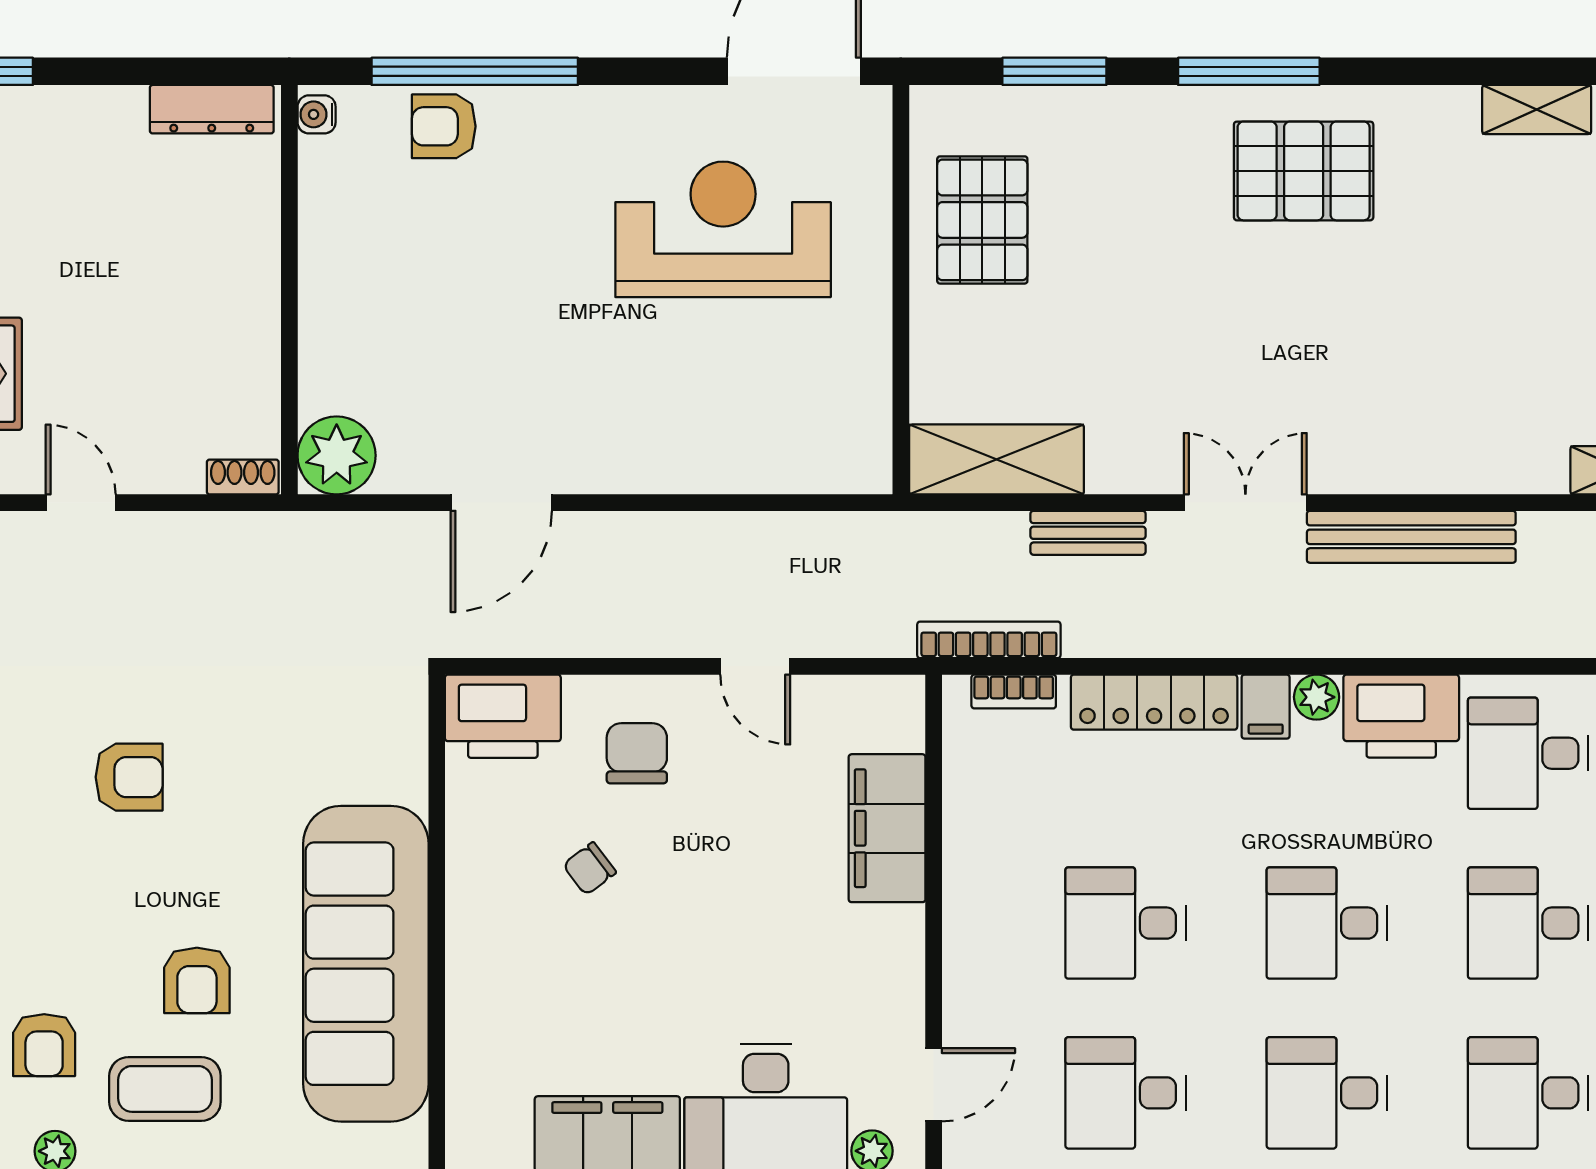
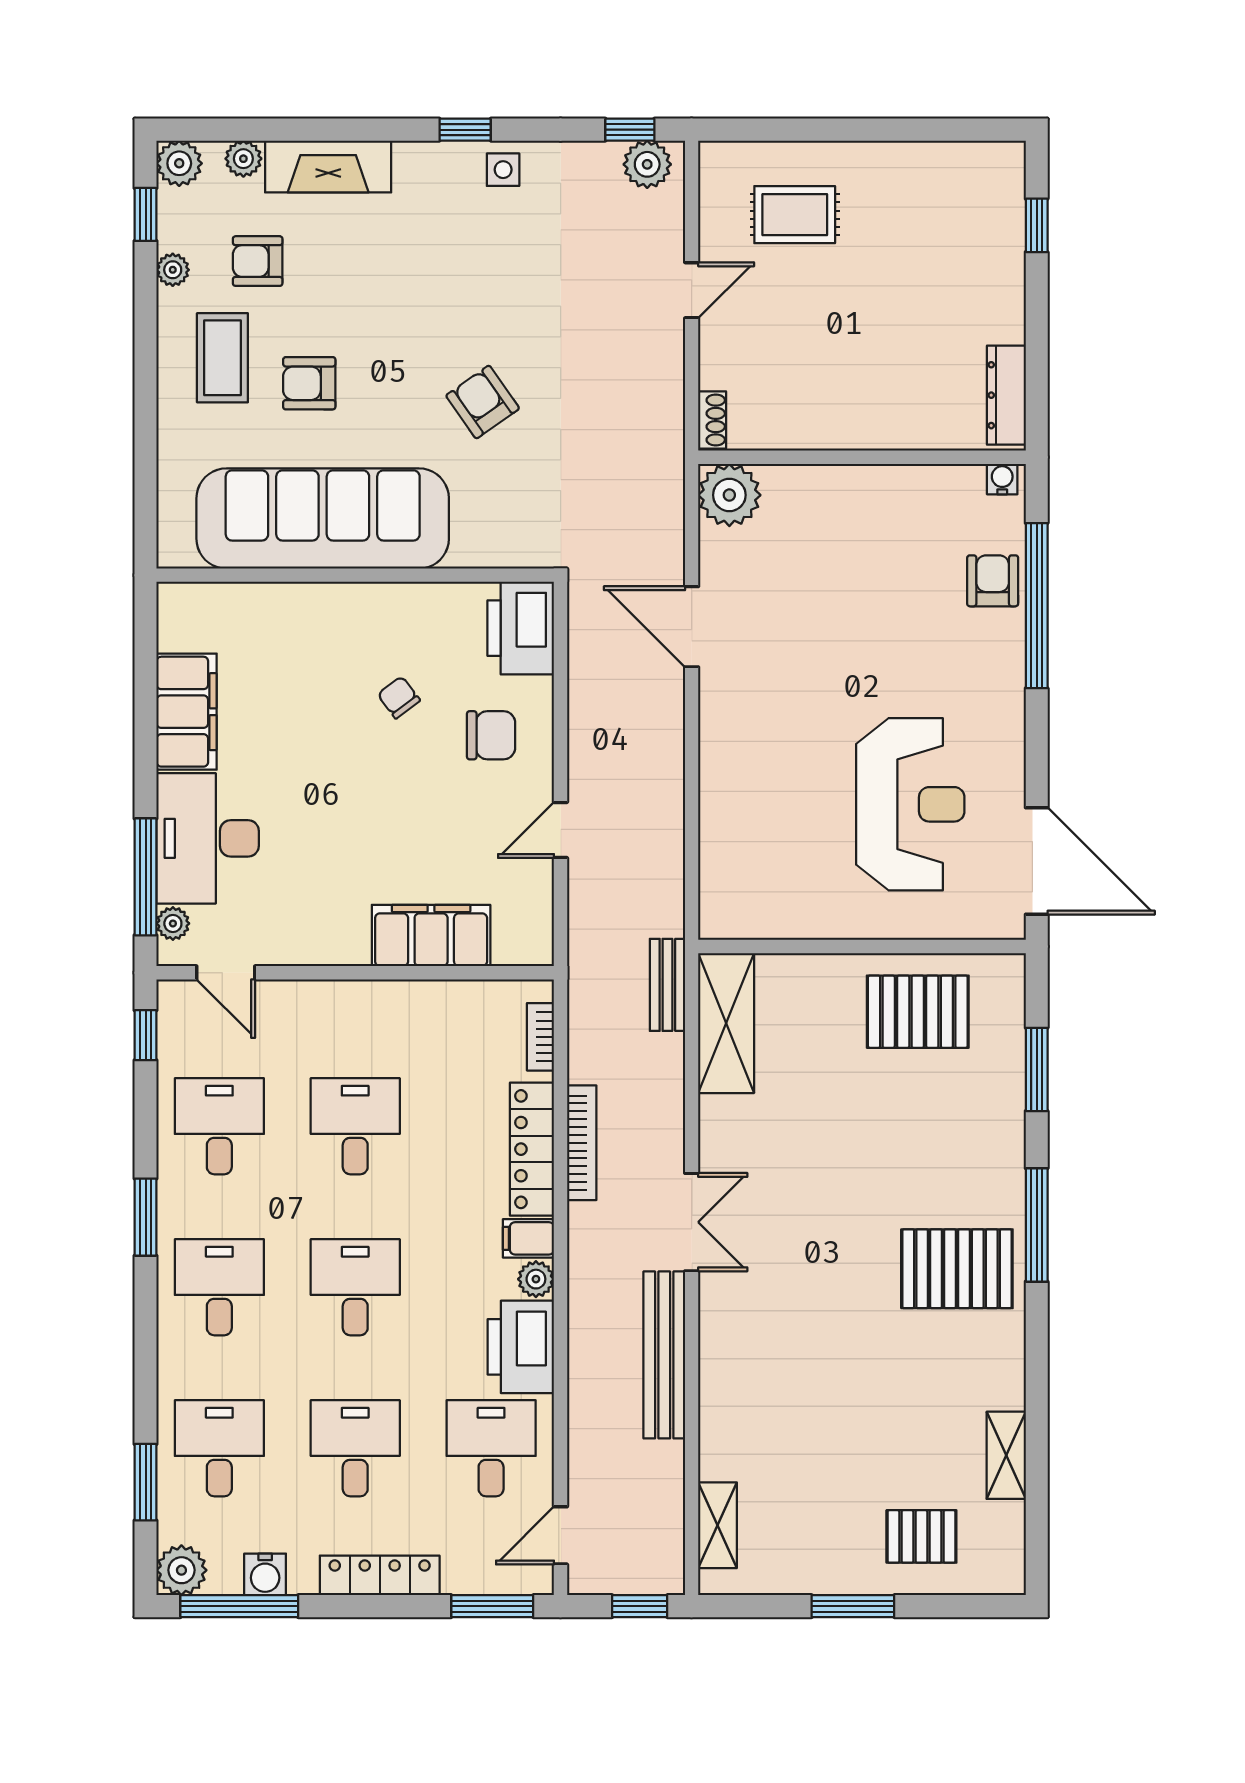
pallet: (1304, 171) -> (957, 1269), turned 90
bench: (1088, 533) -> (667, 985), moved
bookcase: (989, 640) -> (582, 1143), moved
armchair: (129, 777) -> (483, 402), moved, turned 145

